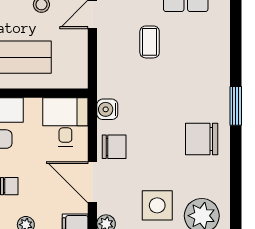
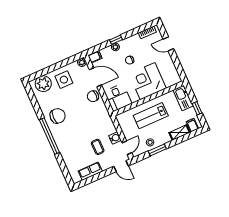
window: (236, 106) -> (49, 136), width x2.11
water cooler: (107, 109) -> (115, 138), moved

